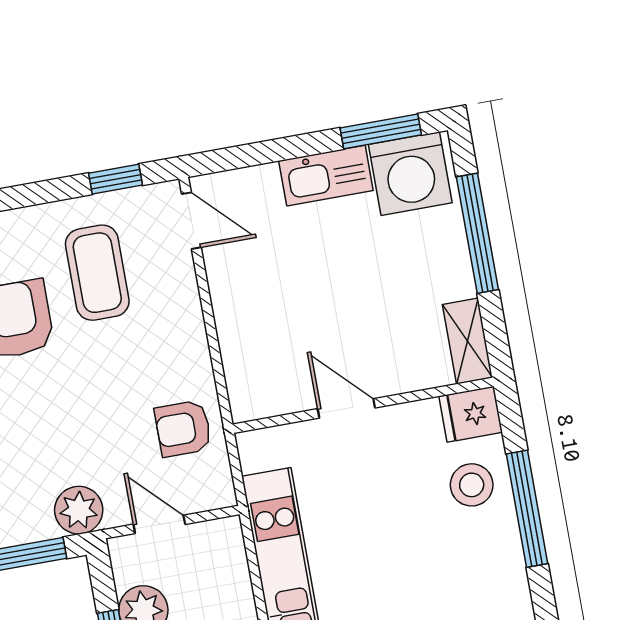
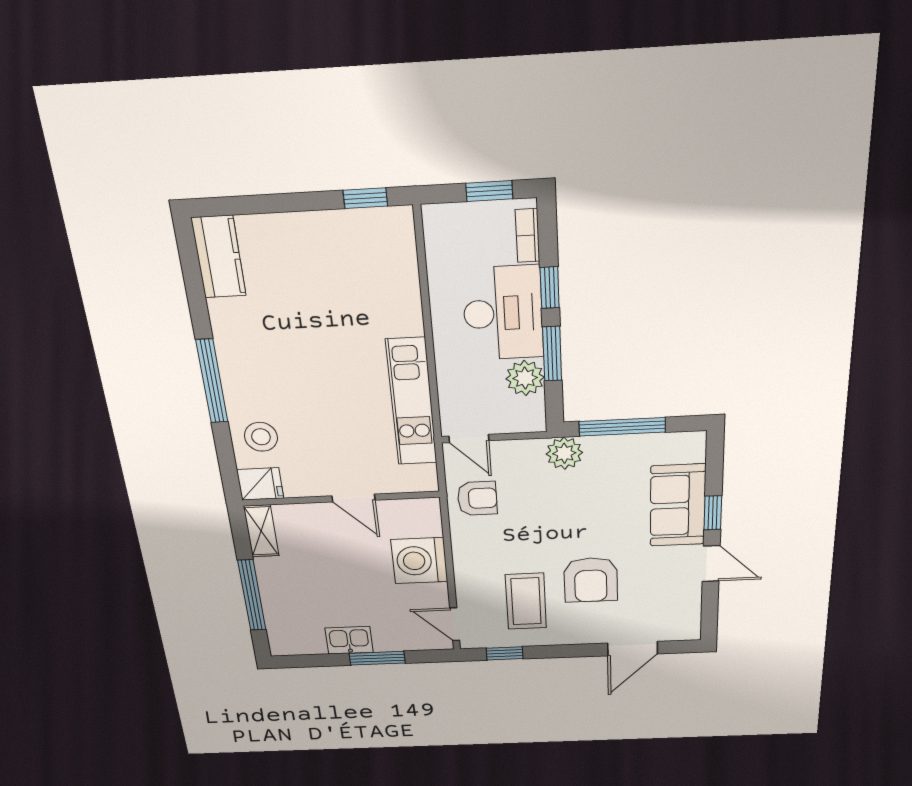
window: (381, 131) -> (377, 658), moved
washing machine: (410, 174) -> (419, 561), moved, turned -90
kitchen sink: (326, 176) -> (349, 640), width x0.73
window: (527, 509) -> (212, 381), moved
door: (159, 524) -> (469, 438), moved

